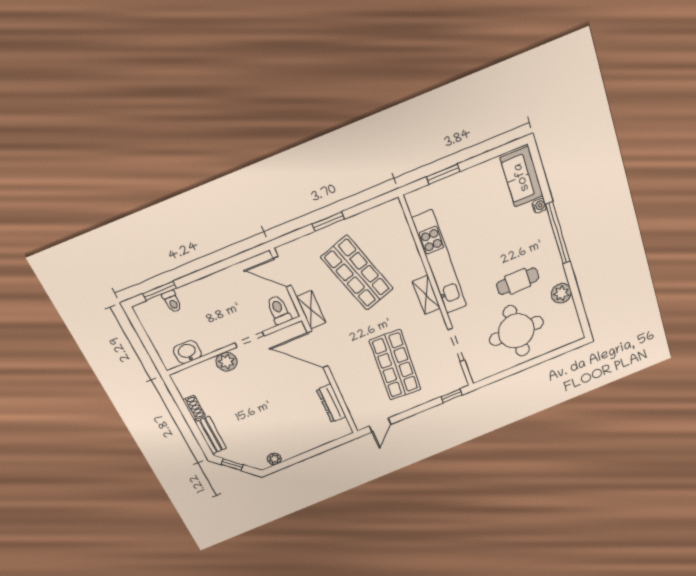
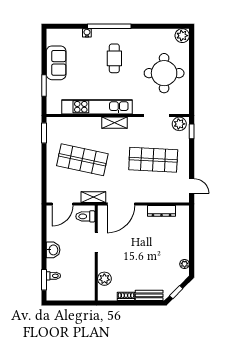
sofa: (522, 177) -> (56, 63), moved, turned -90
window: (328, 222) -> (44, 133), moved
shop shelf: (357, 273) -> (82, 160), turned 30
cafe table: (518, 281) -> (114, 58), moved
plant: (561, 293) -> (182, 36), moved
washbasin: (187, 352) -> (53, 250), moved, turned 180
plant: (227, 362) -> (104, 279), moved
plant: (456, 377) -> (179, 124), added

